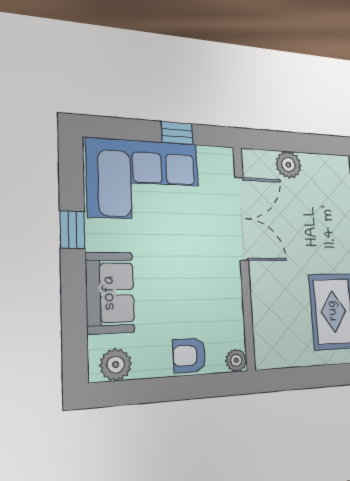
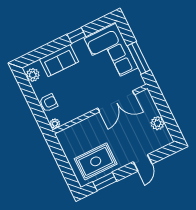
window: (177, 133) -> (139, 58), width x2.17
plant: (288, 165) -> (157, 123), moved
armchair: (189, 355) -> (48, 103), turned 90

